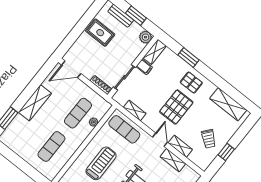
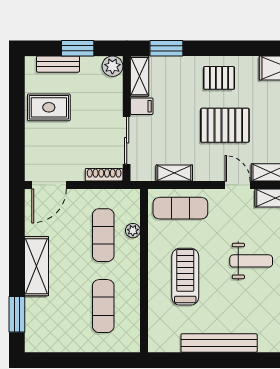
window: (189, 58) -> (166, 48), moved
pallet: (176, 107) -> (225, 125), turned 90

